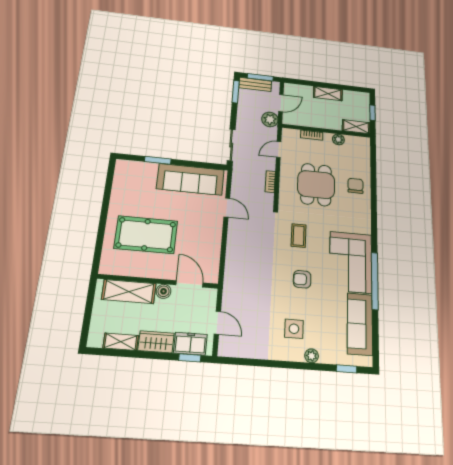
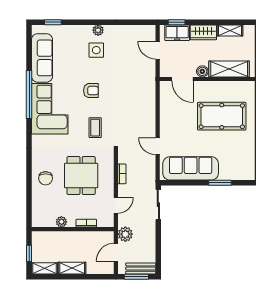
window: (236, 92) -> (158, 258), removed
shelving: (356, 127) -> (45, 268), moved
plant: (312, 356) -> (98, 30), moved

